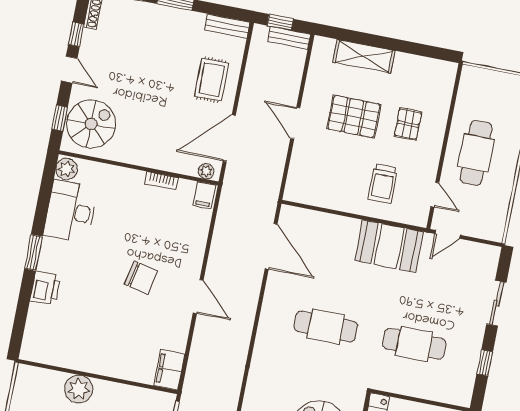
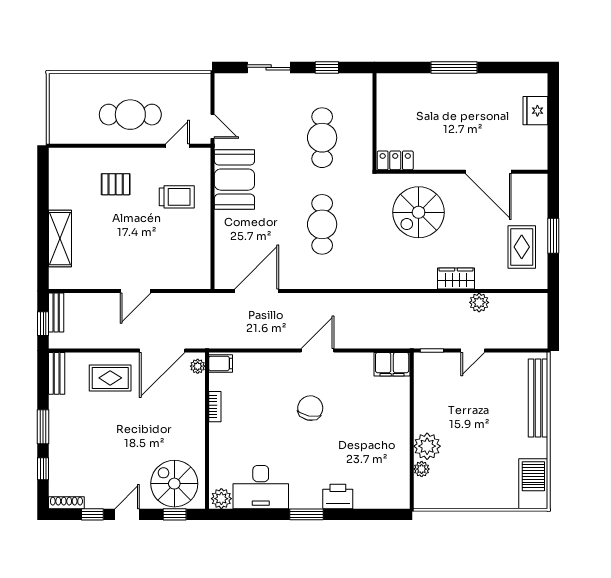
pallet: (354, 117) -> (119, 237), removed
door: (229, 138) -> (162, 350), hinge flipped
plant: (57, 379) -> (422, 469), added

